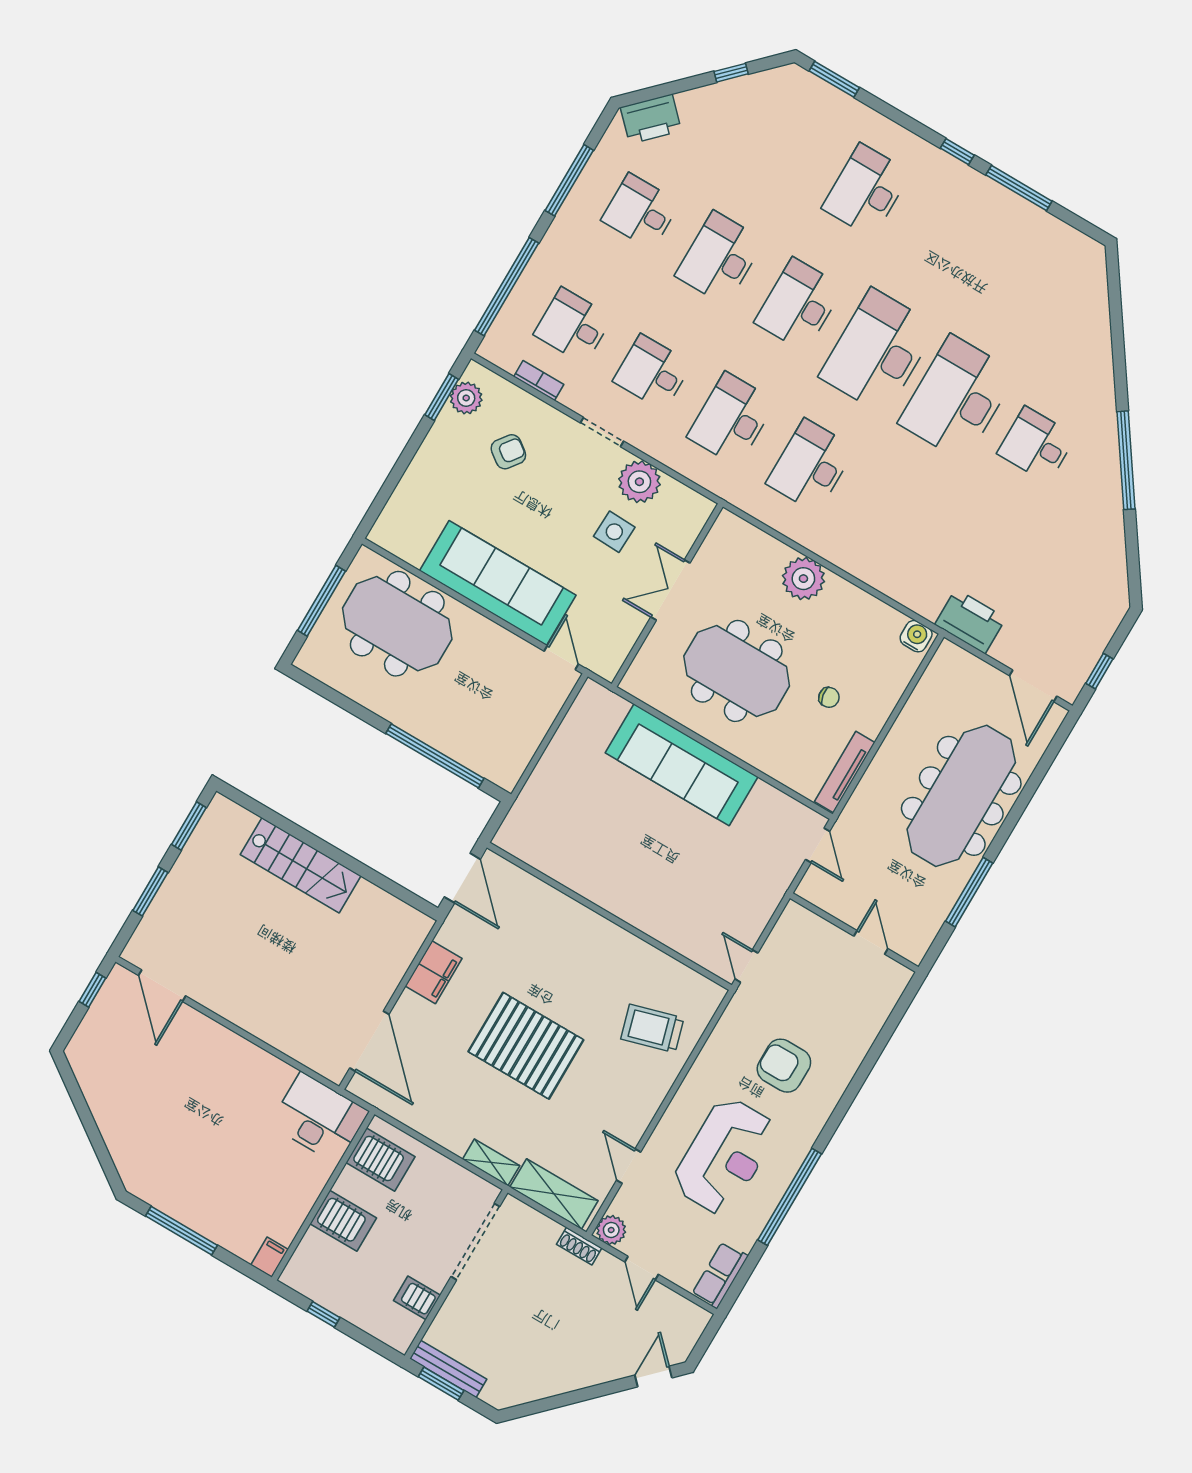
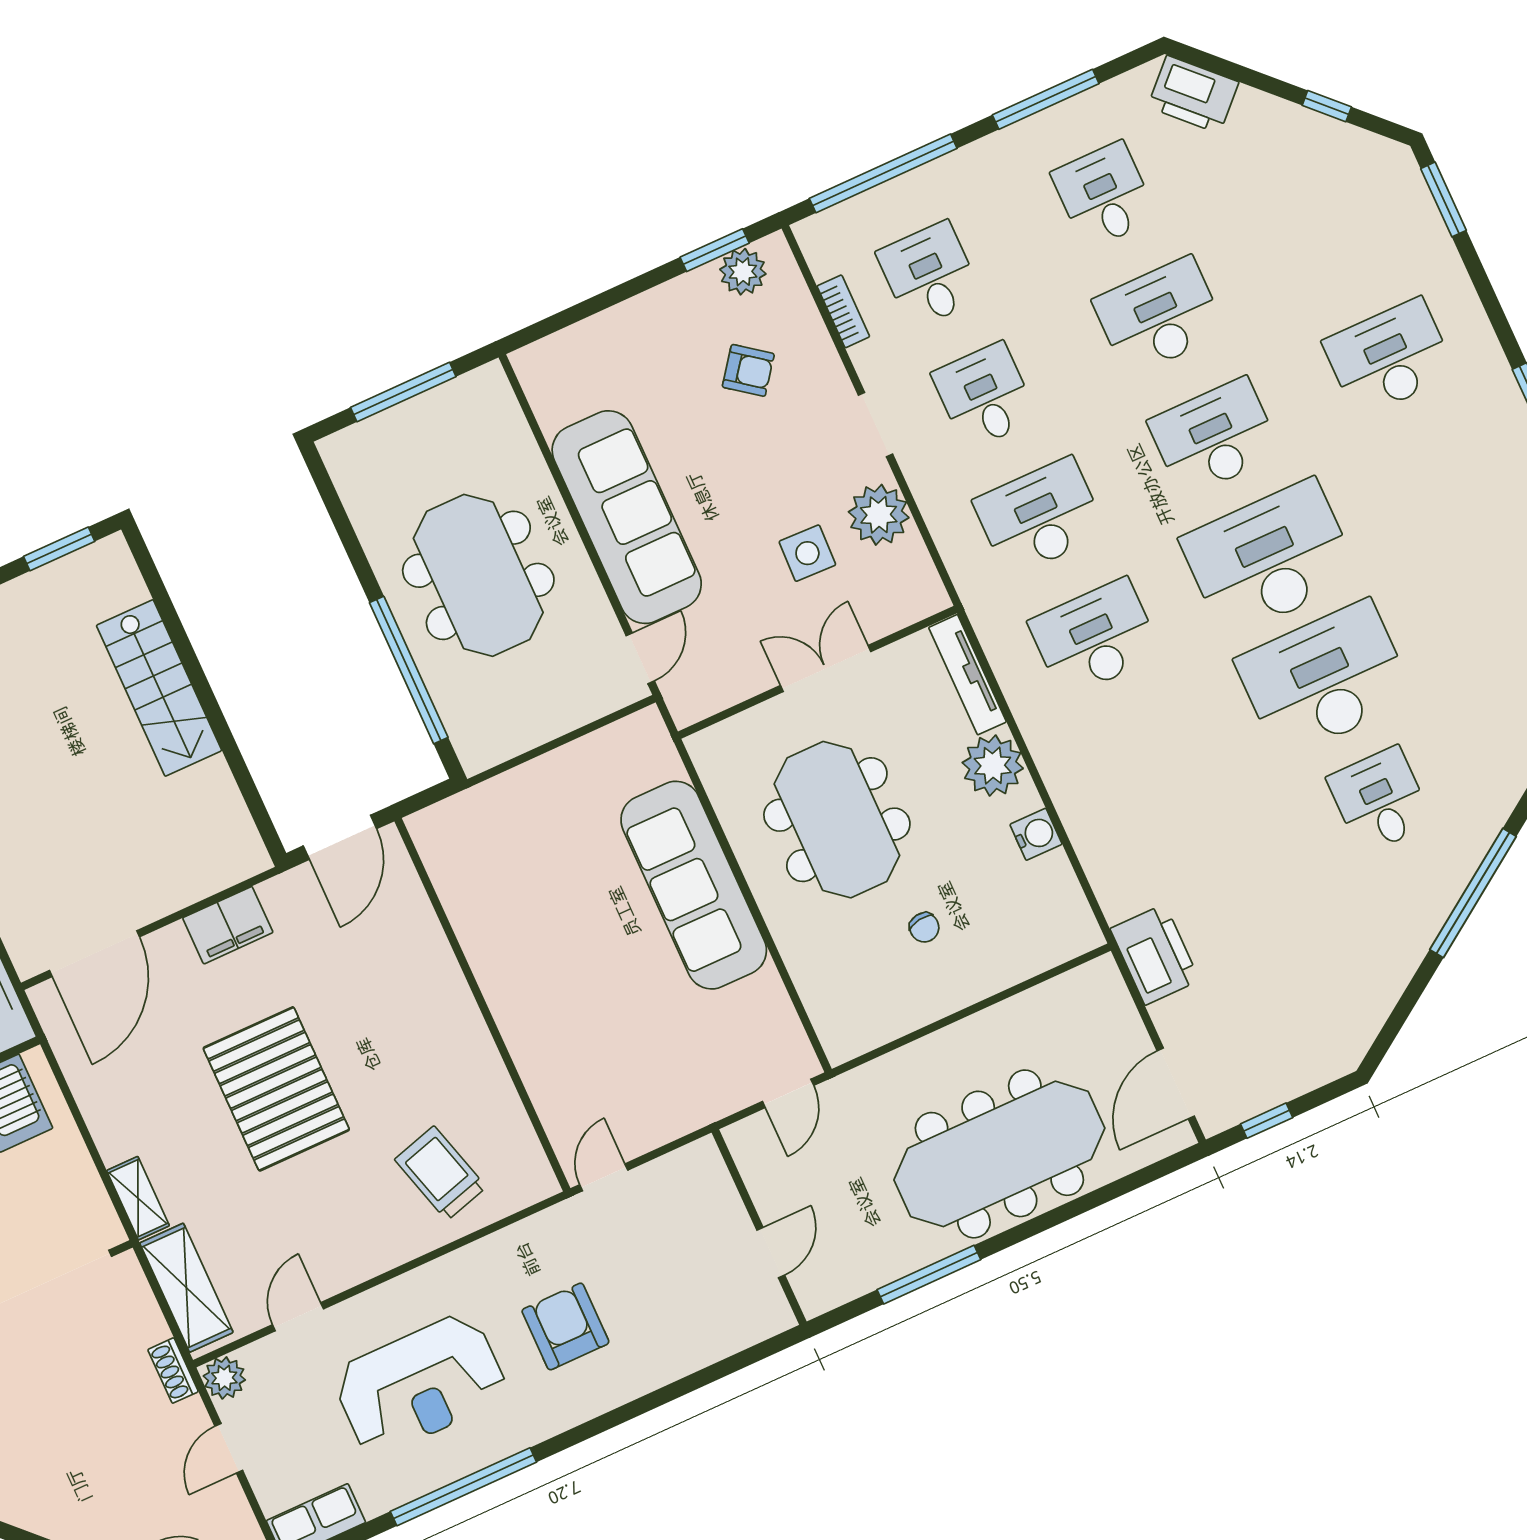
meeting table: (397, 624) -> (478, 575), moved
water cooler: (916, 636) -> (1036, 834), moved
tv unit: (845, 772) -> (967, 675), moved, turned -90

